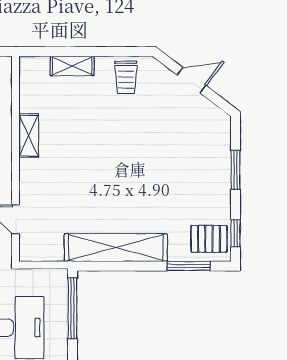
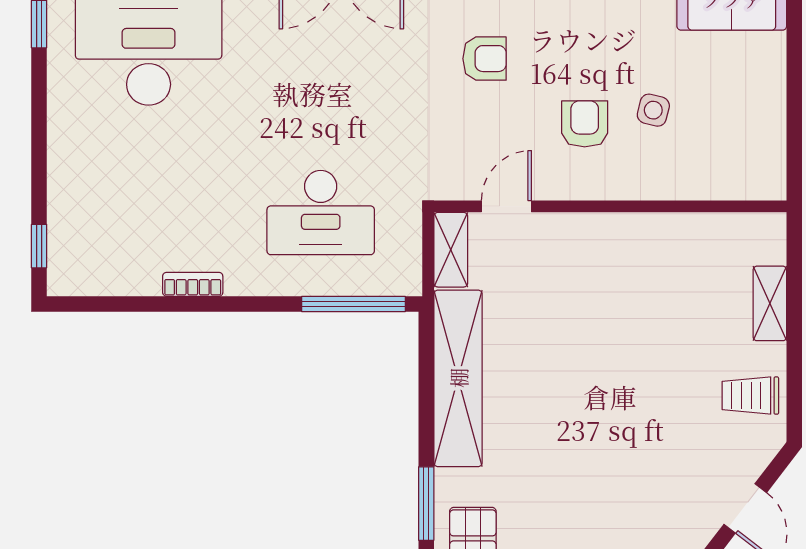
shelving: (29, 136) -> (451, 250), moved, turned 90

